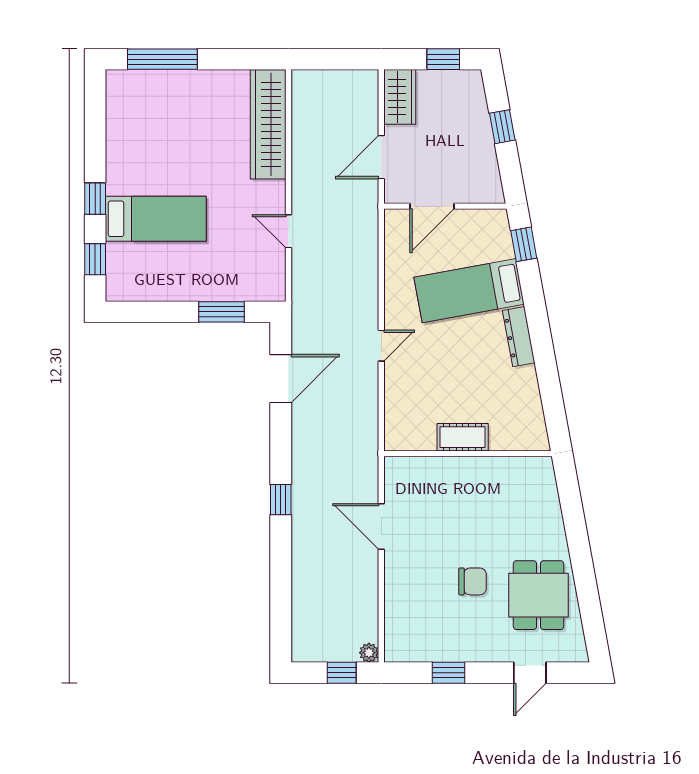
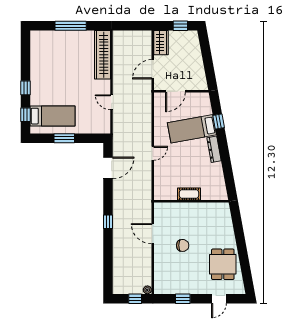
window: (162, 59) -> (71, 26), moved
window: (502, 127) -> (207, 56), removed
bed: (156, 219) -> (52, 116), moved
window: (524, 244) -> (219, 122), moved
window: (221, 312) -> (64, 138), moved
chair: (472, 581) -> (183, 245), moved

